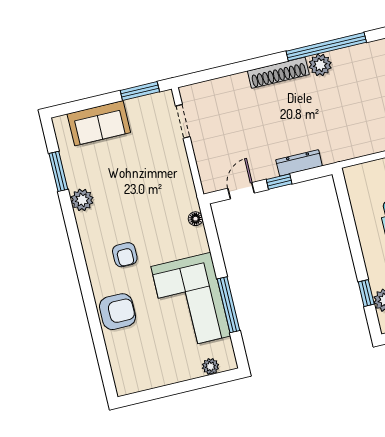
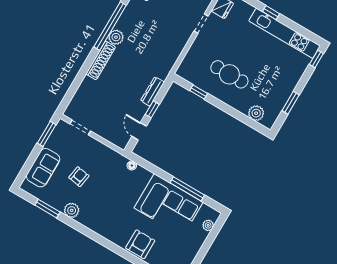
armchair: (125, 255) -> (79, 177), moved, turned -81
window: (366, 293) -> (199, 92), moved

